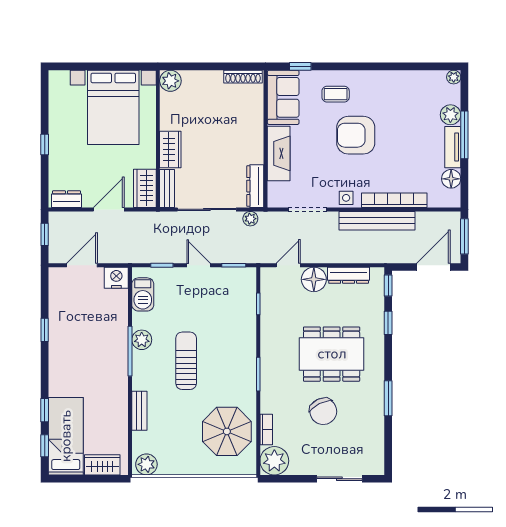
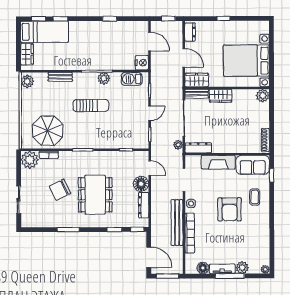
armchair: (356, 135) -> (230, 209), turned 180

